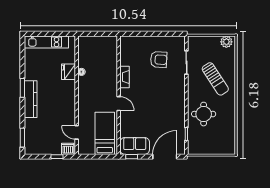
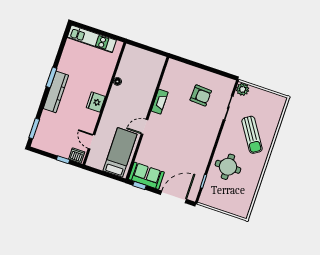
plant: (226, 42) -> (243, 89), moved
fridge: (69, 72) -> (96, 102), moved
door: (119, 104) -> (145, 127), swing flipped

